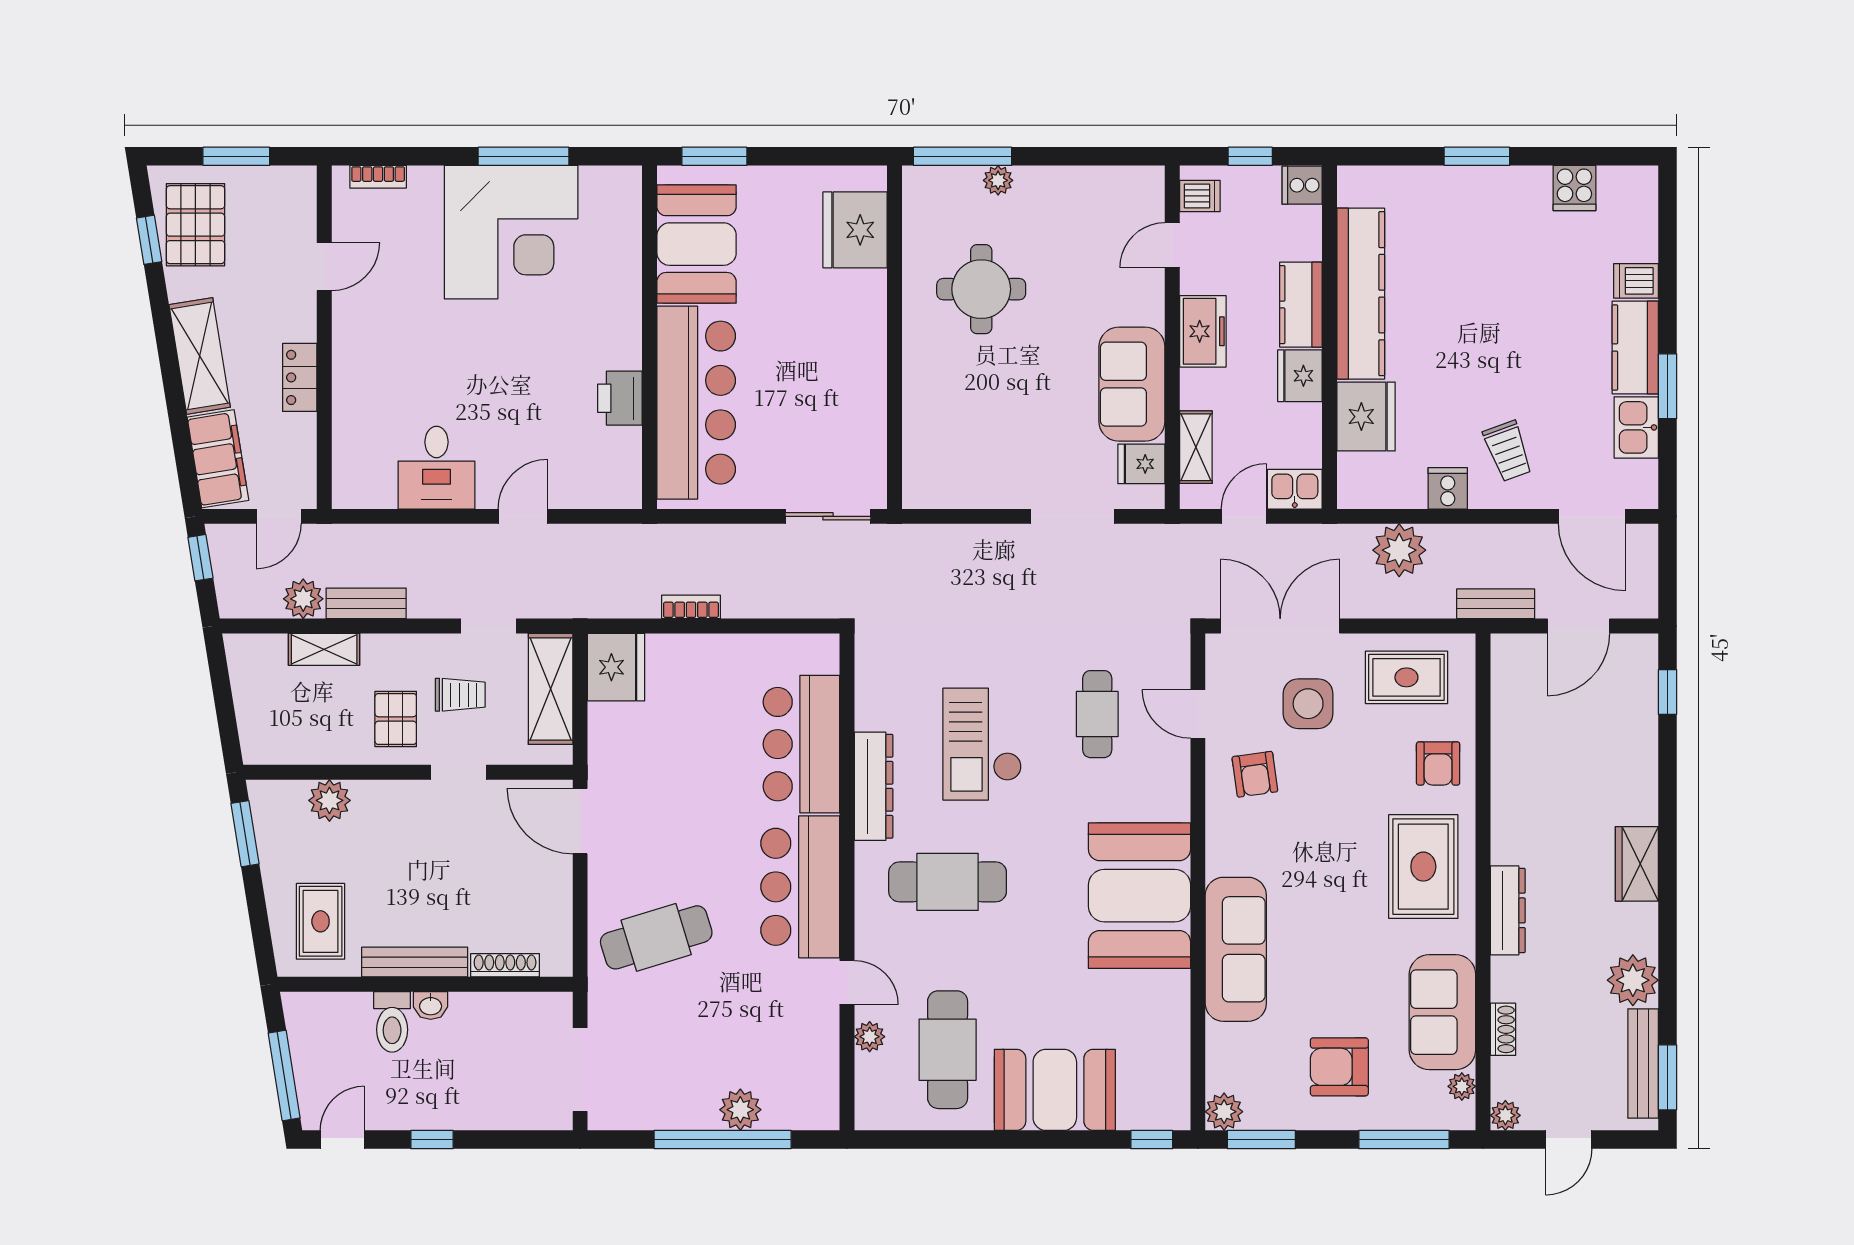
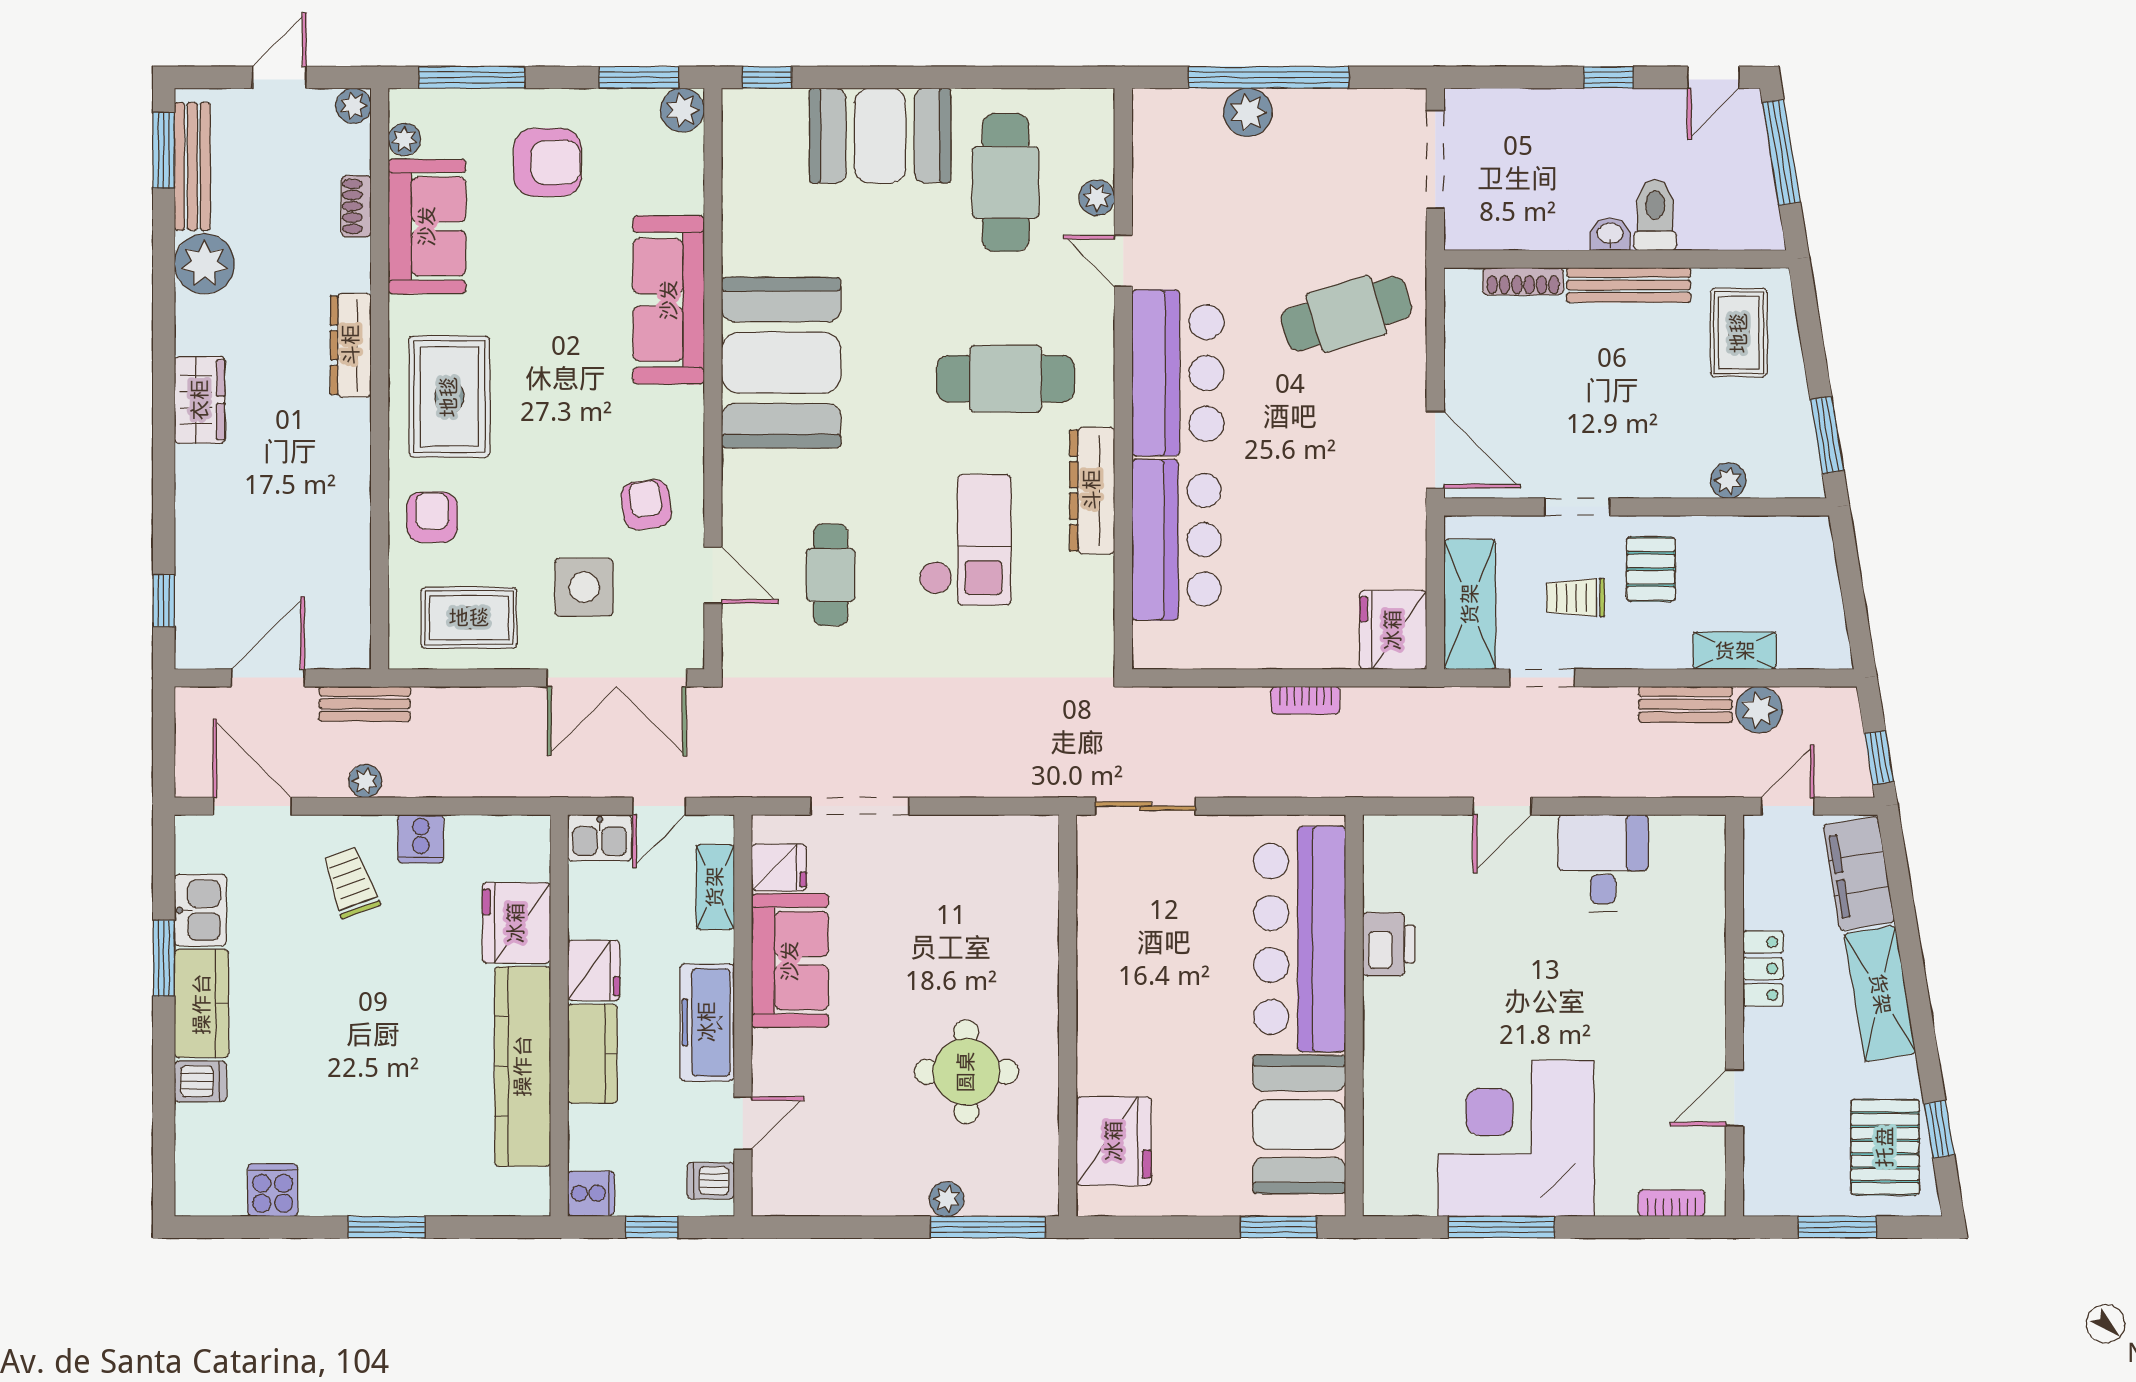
freezer: (1203, 331) -> (707, 1022), width x1.40
plant: (1399, 550) -> (365, 781), moved, width x0.53, depth x0.53
plant: (329, 800) -> (1728, 481), width x0.73, depth x0.73

